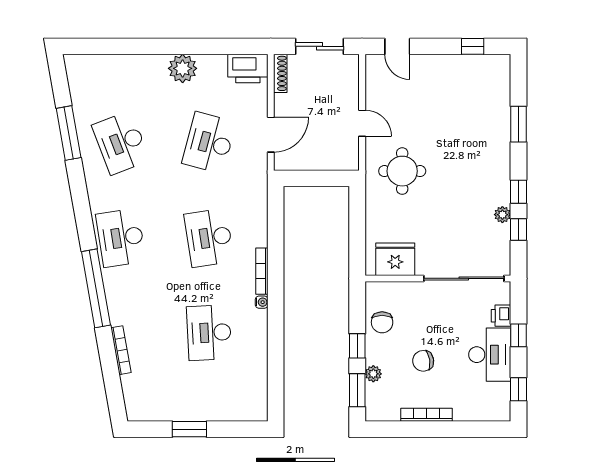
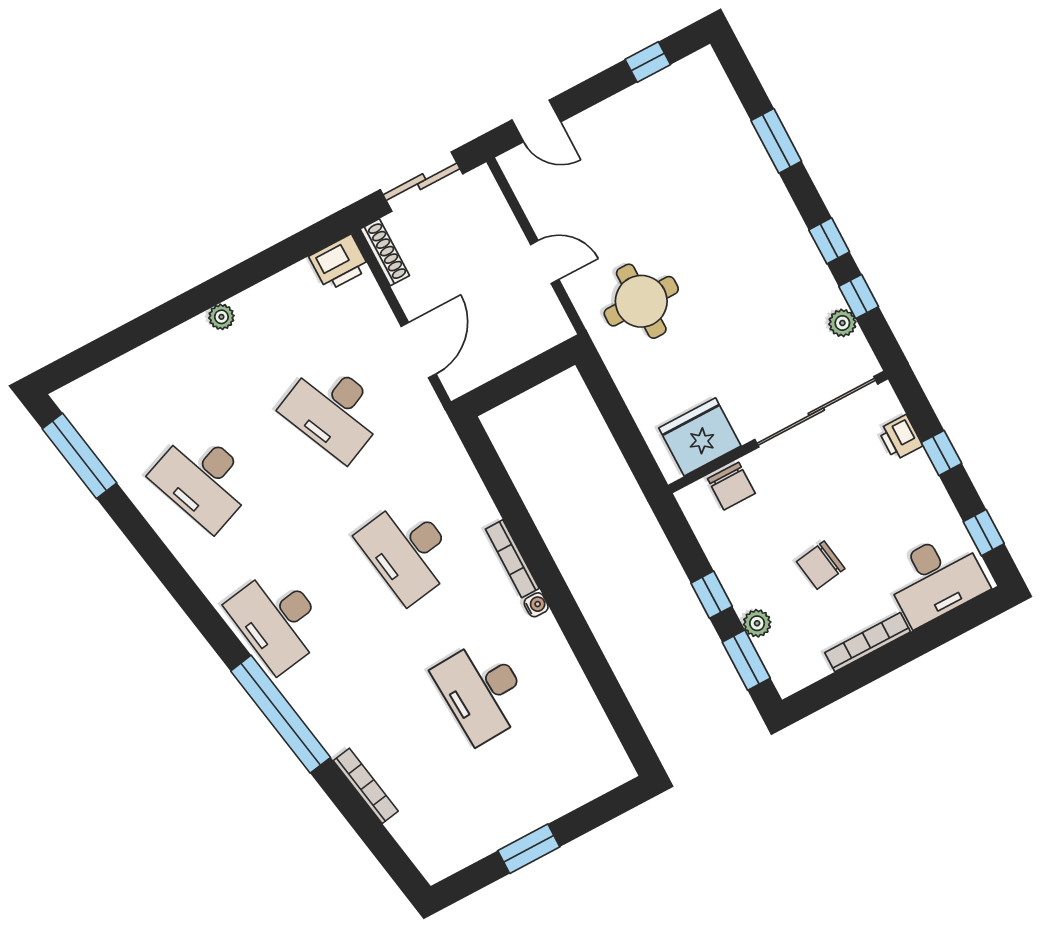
plant: (183, 68) -> (221, 317), width x0.53, depth x0.53
printer: (248, 68) -> (339, 263), width x0.73, depth x0.84
window: (69, 133) -> (80, 456), moved
desk: (209, 143) -> (334, 410), turned -39
plant: (502, 215) -> (842, 323), moved
chair: (382, 322) -> (731, 486), moved
desk: (490, 355) -> (936, 579), moved, turned 90

